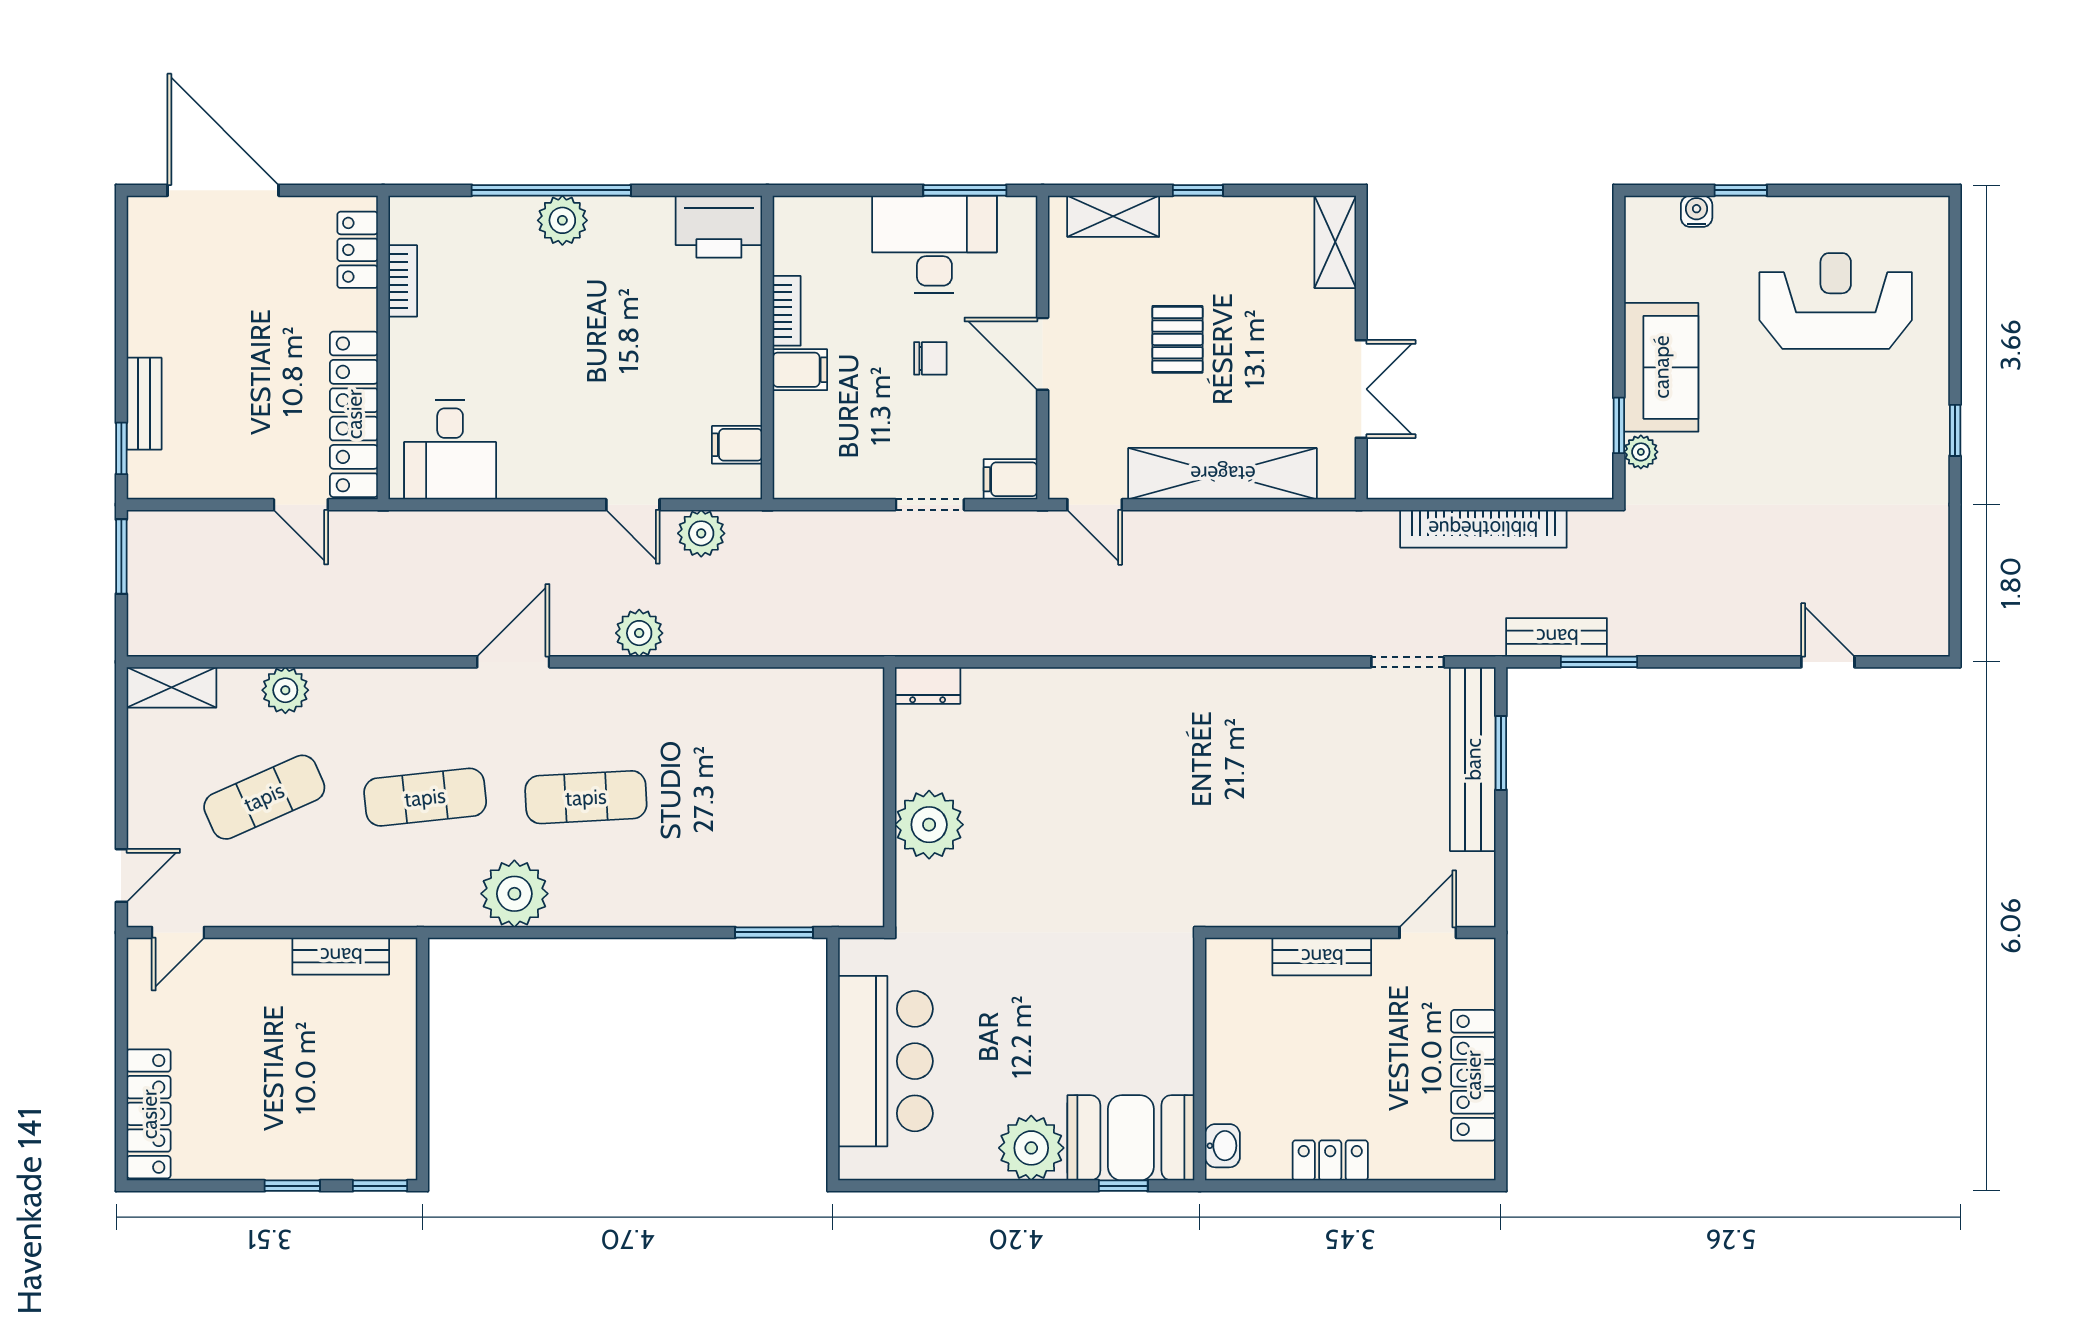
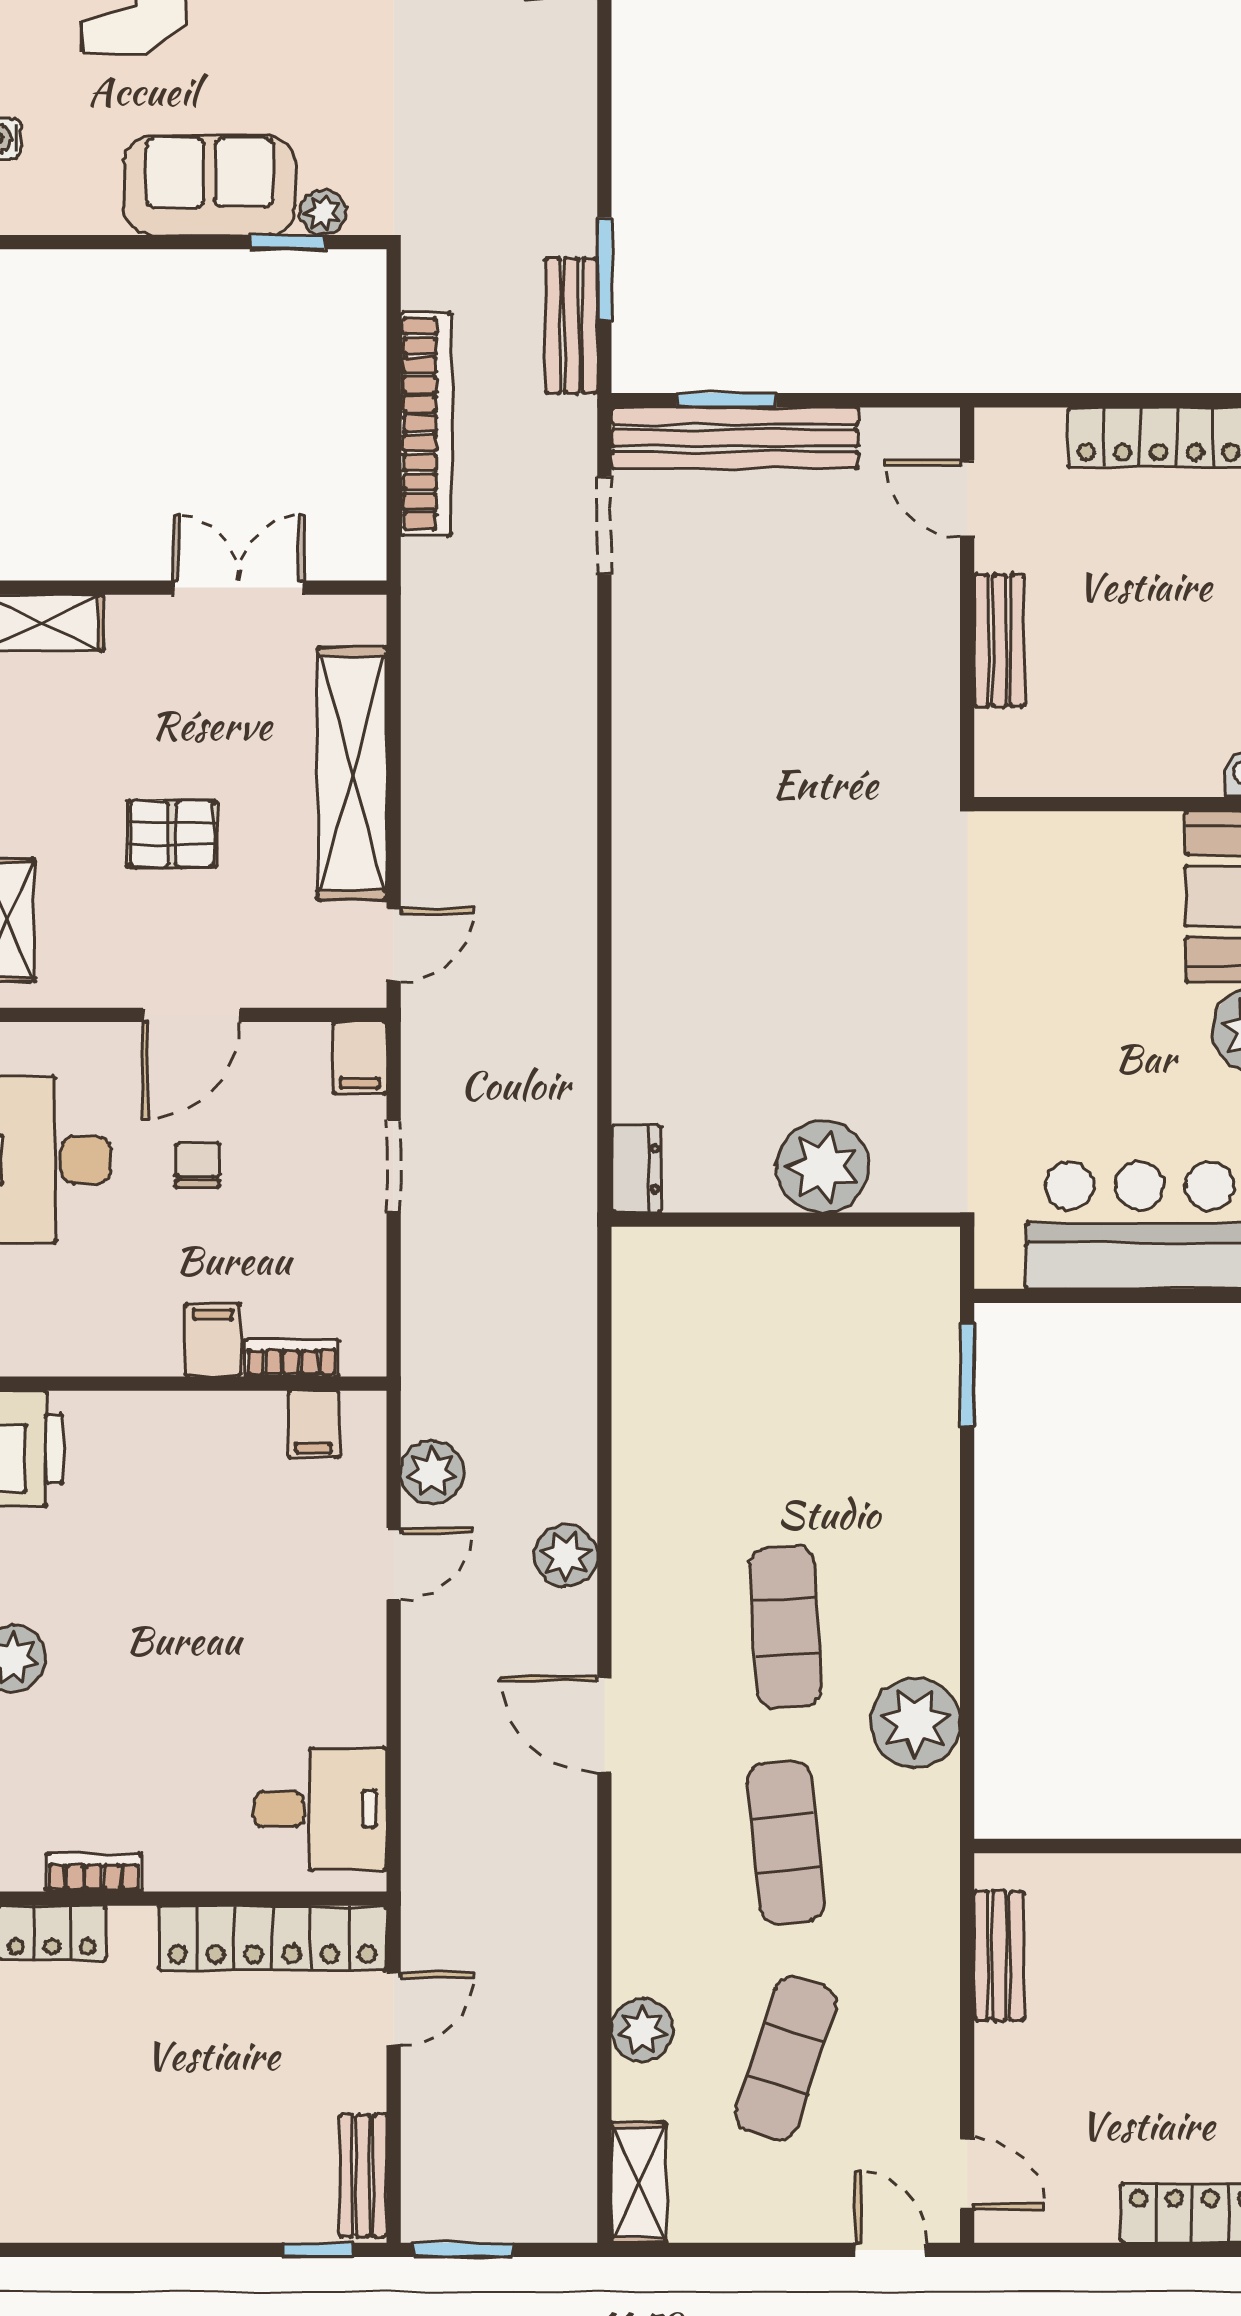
bookcase: (787, 311) -> (292, 1358), moved
bench: (144, 404) -> (363, 2176), moved, turned 90
exercise mat: (264, 797) -> (786, 2058), turned 42

